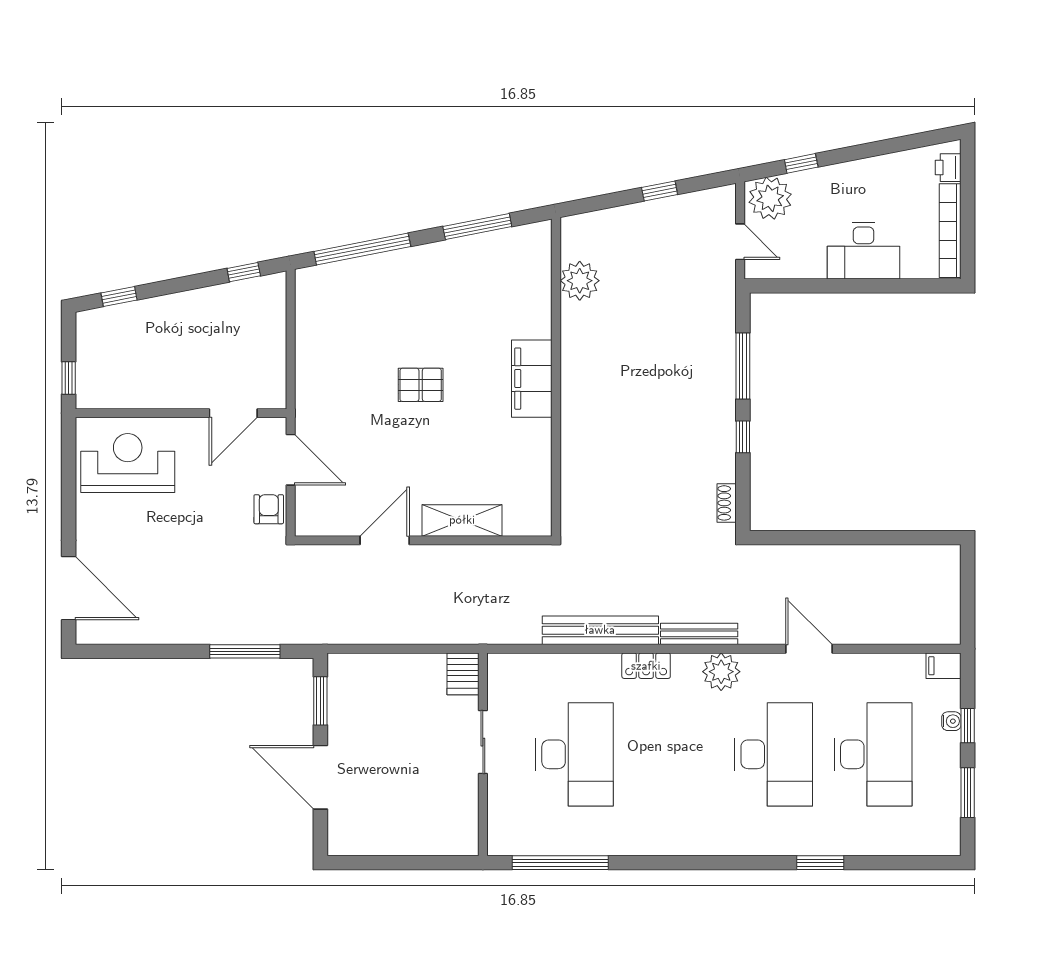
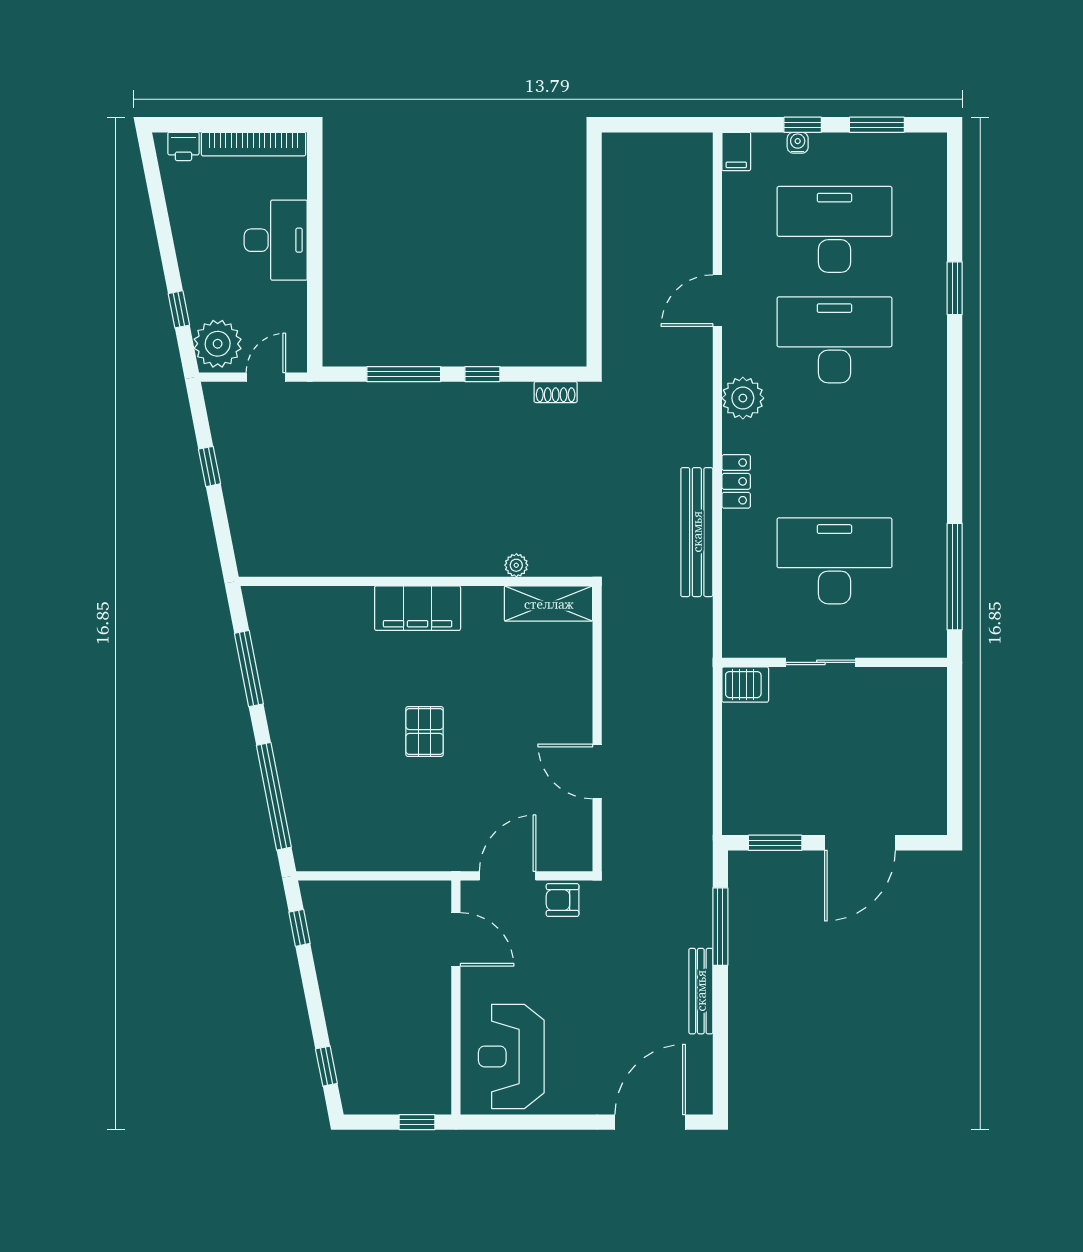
plant: (580, 281) -> (516, 565), moved, width x0.53, depth x0.53
shelving: (462, 520) -> (549, 604), moved, turned 90
bench: (699, 634) -> (701, 991), moved

